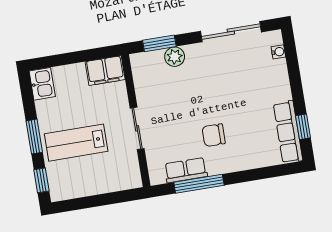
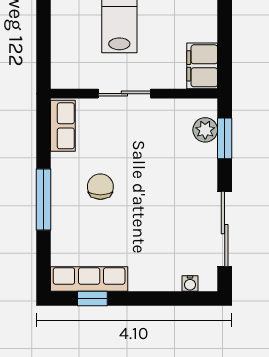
plant: (175, 57) -> (205, 130), moved
row of seats: (186, 170) -> (63, 126), moved
window: (199, 184) -> (43, 200), moved

